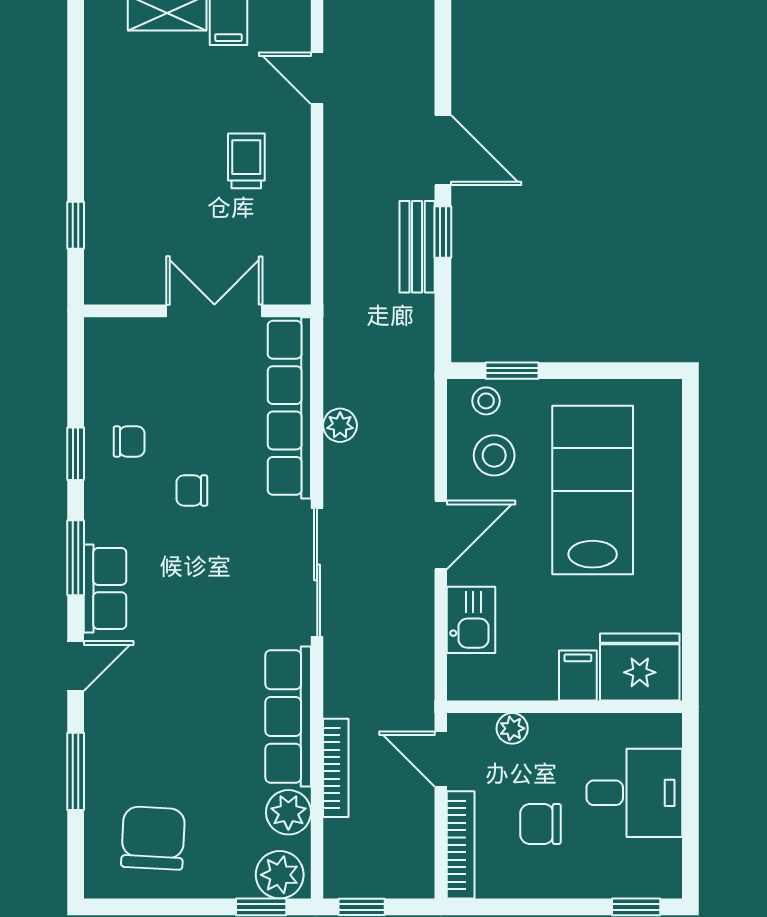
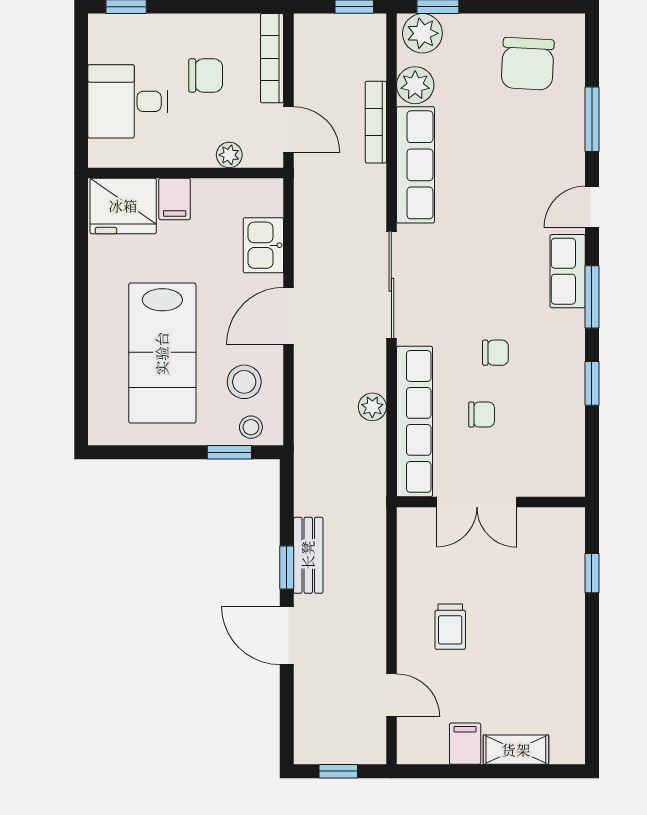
chair: (129, 441) -> (482, 415), moved, turned 180

